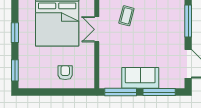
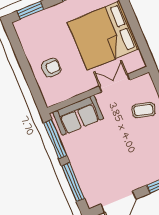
sofa: (140, 78) -> (78, 115), moved, turned 90

